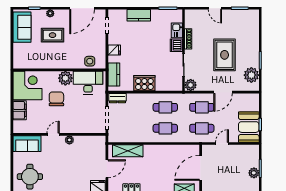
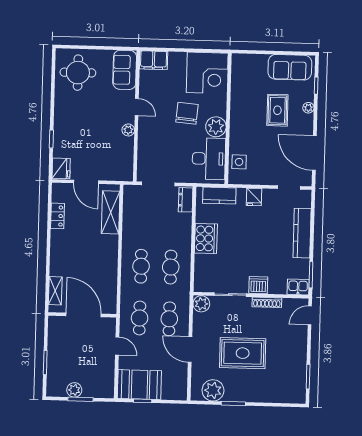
door: (215, 8) -> (310, 315), moved
kitchen counter: (139, 15) -> (302, 233), width x1.50
kitchen sink: (177, 30) -> (298, 287), moved
chair: (56, 99) -> (187, 113), turned -85
filing cabinet: (20, 110) -> (154, 60), moved

